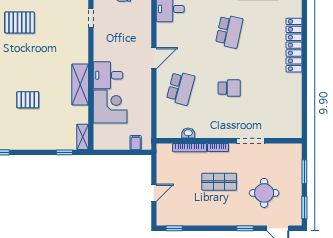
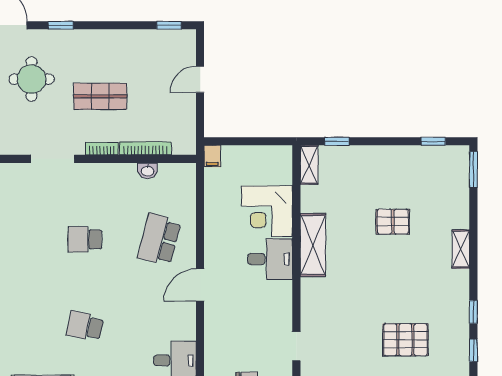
school desk: (229, 31) -> (85, 326), width x0.54
filing cabinet: (136, 143) -> (212, 156), moved

